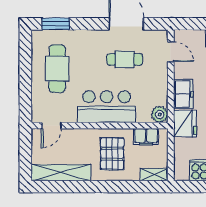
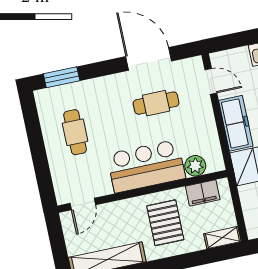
cafe table: (57, 69) -> (75, 132), width x0.73, depth x0.74
freezer: (183, 94) -> (236, 123), width x1.40
plant: (160, 114) -> (195, 166), moved

